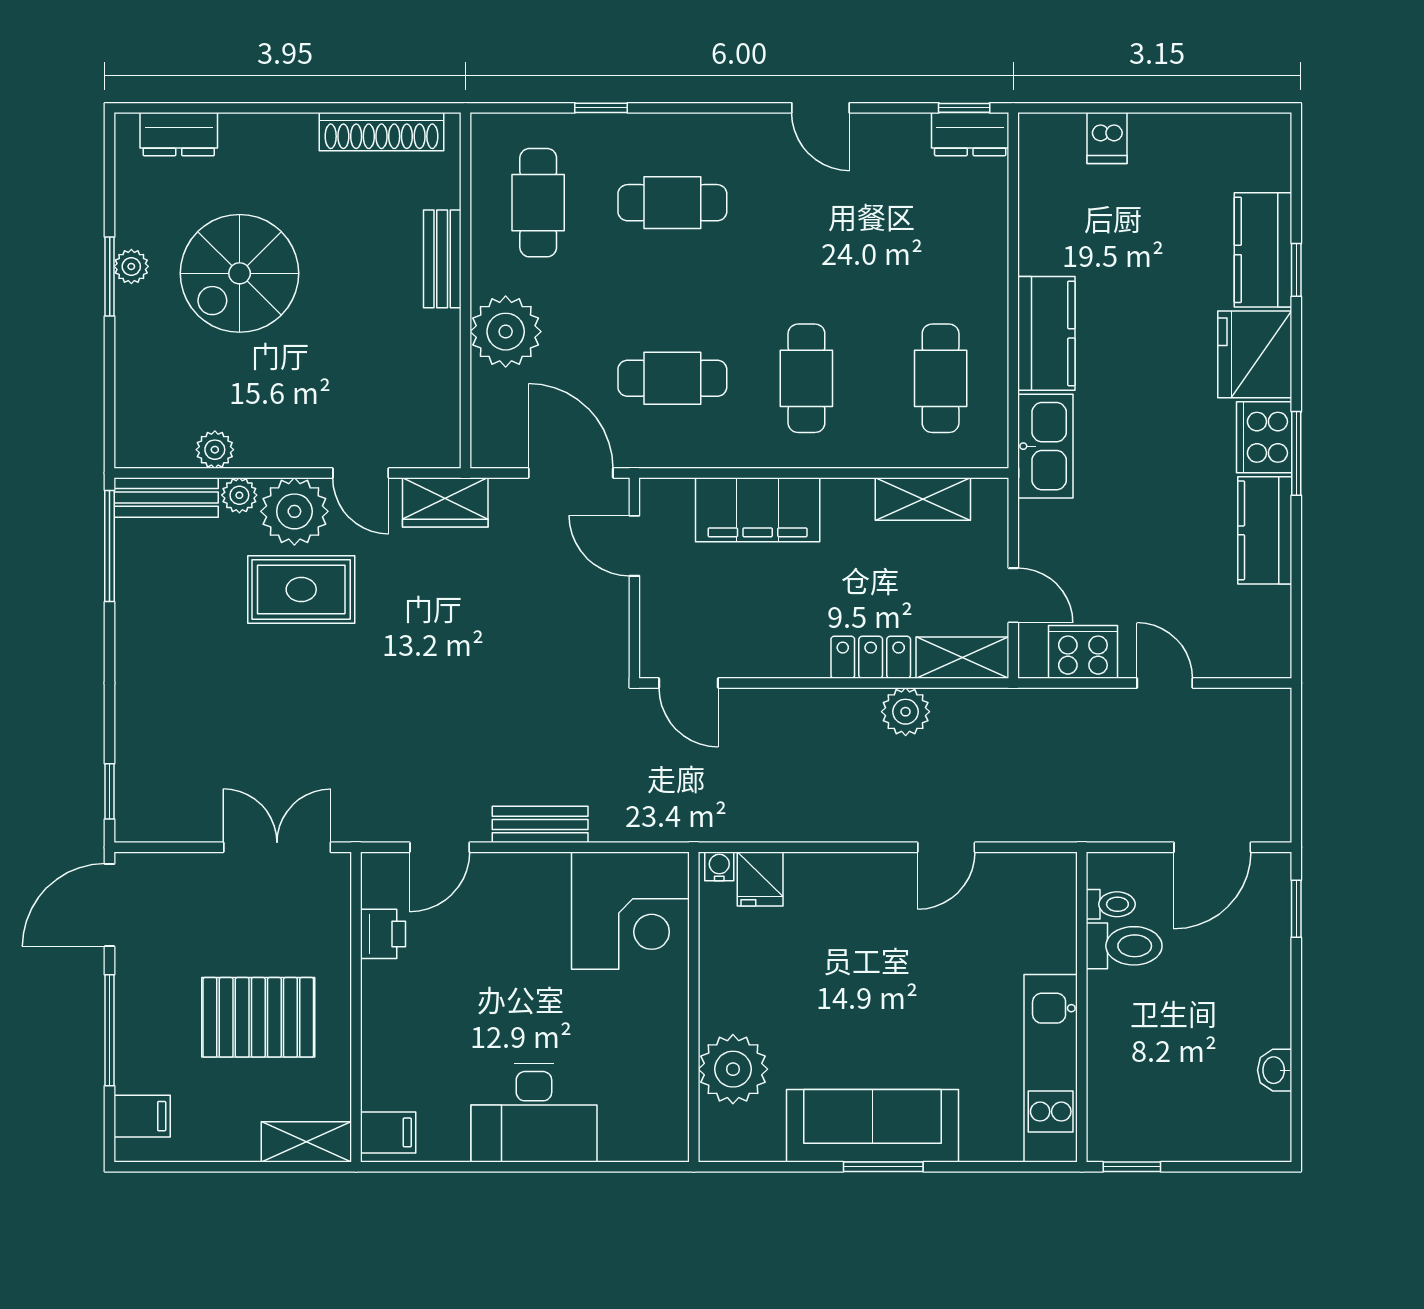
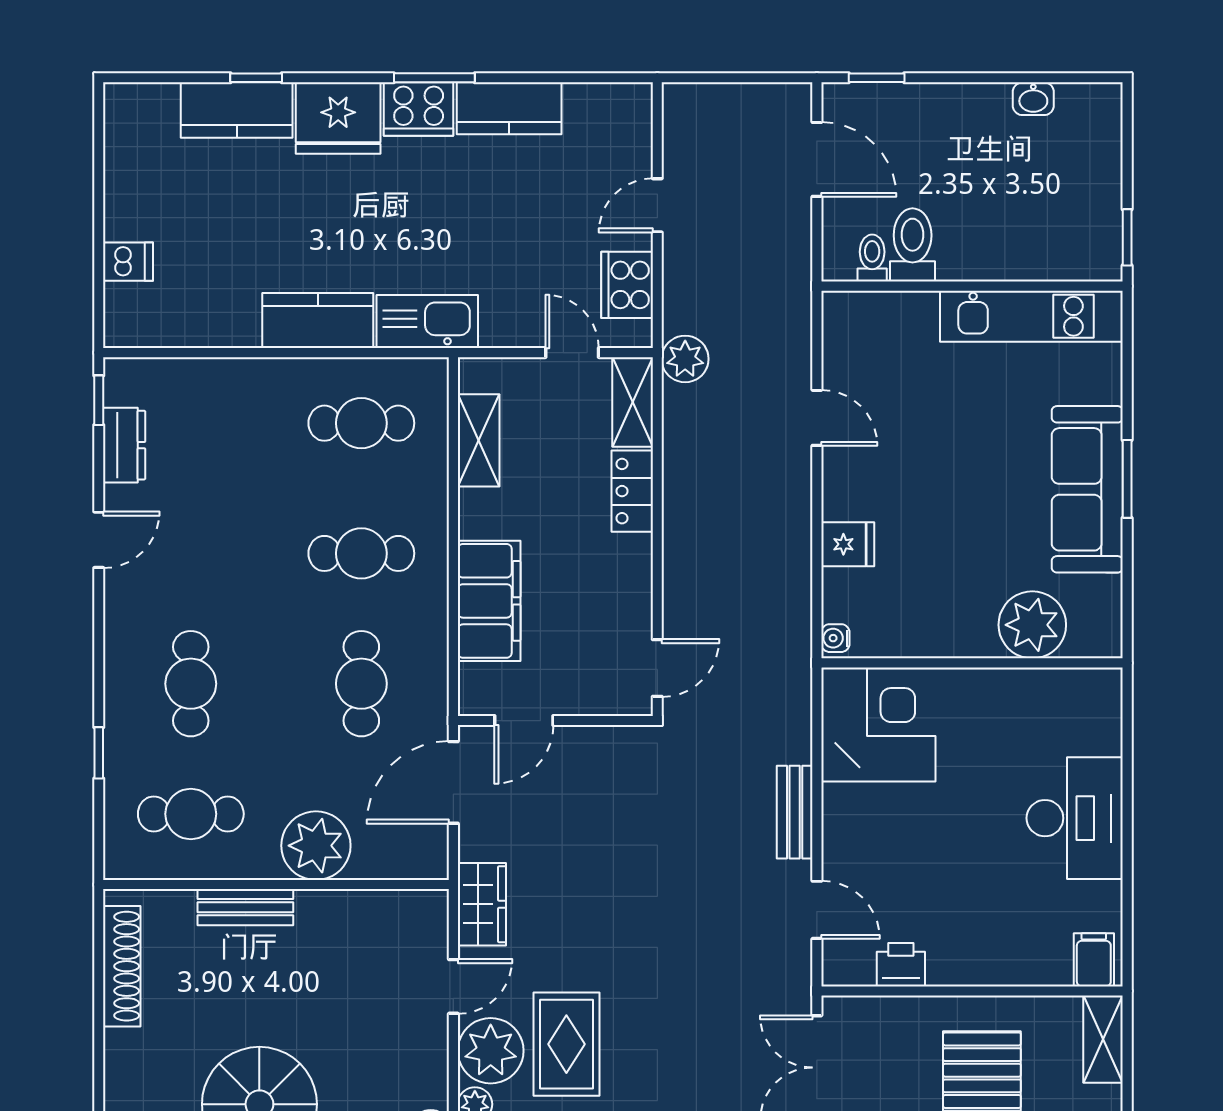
dresser: (970, 134) -> (124, 445), moved
door: (1013, 595) -> (572, 353), hinge flipped
plant: (906, 712) -> (685, 359), moved
fridge: (760, 879) -> (848, 544), moved

